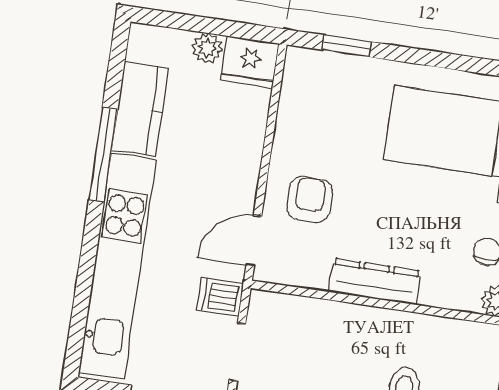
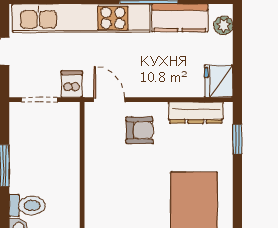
plant: (207, 48) -> (223, 25), moved
dresser: (375, 281) -> (196, 113), moved, turned 90

